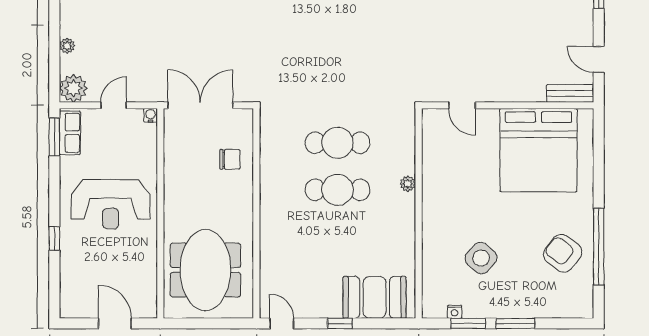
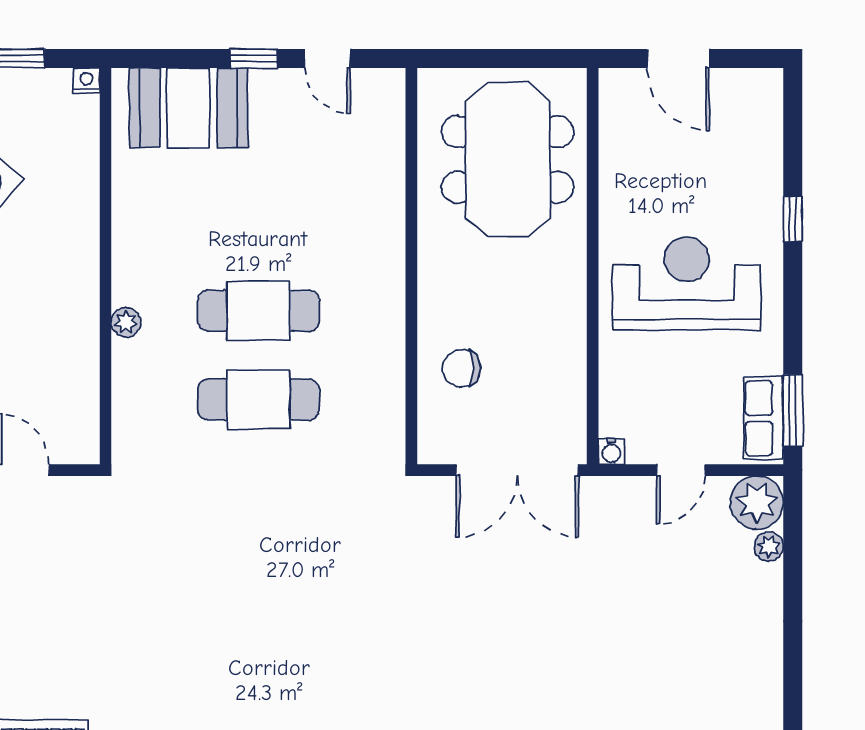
plant: (67, 46) -> (769, 546), moved
nightstand: (455, 312) -> (86, 81), moved
door: (282, 323) -> (328, 59), moved

